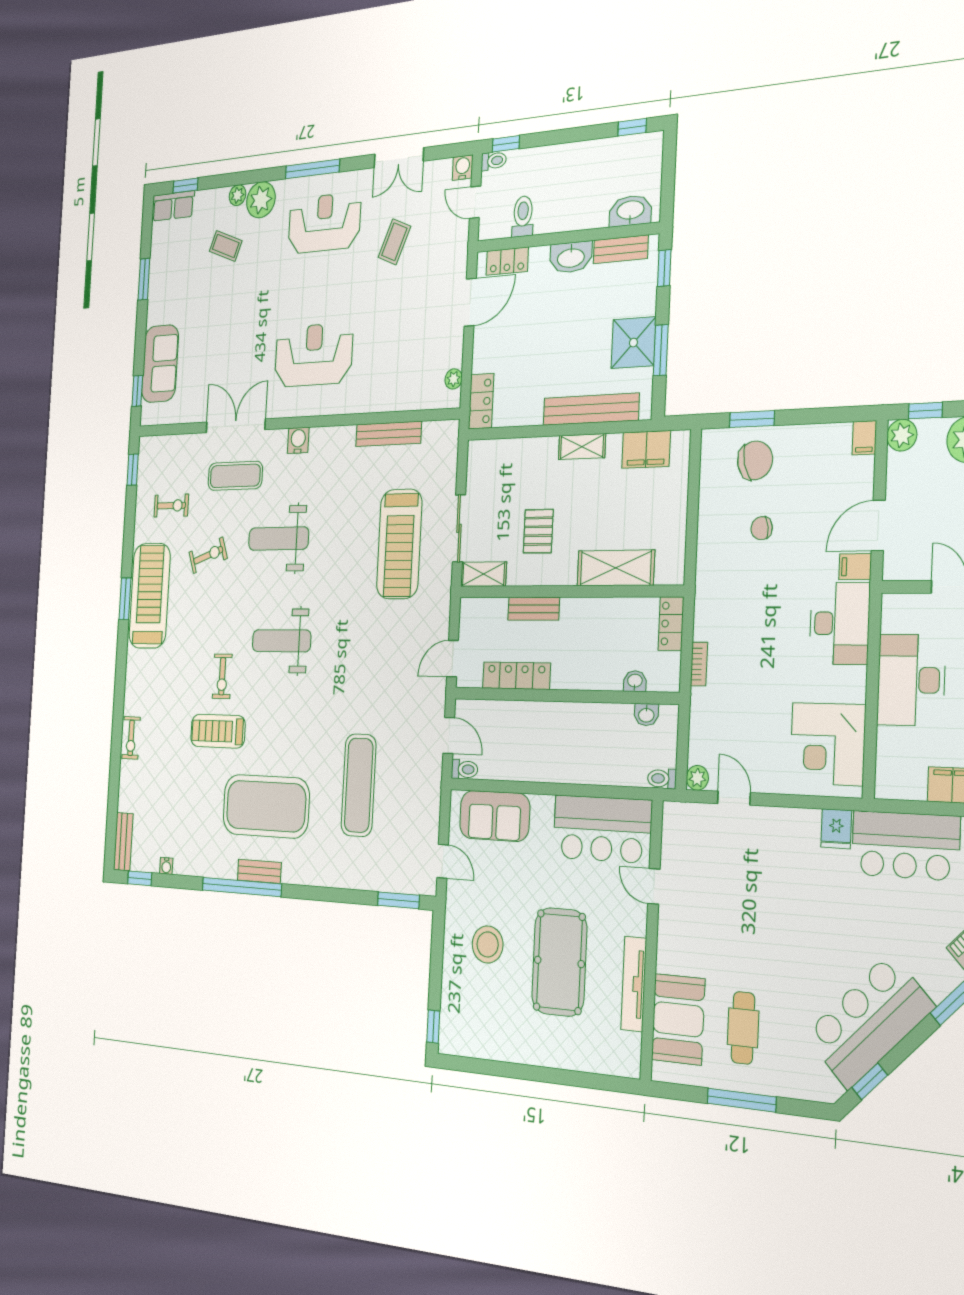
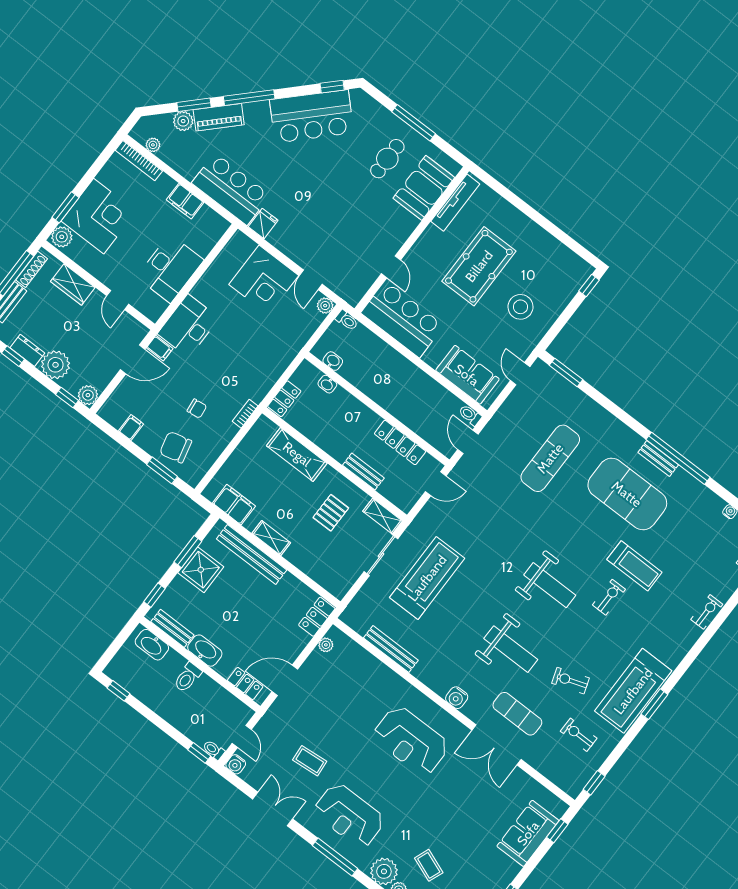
toilet: (523, 216) -> (188, 677), moved
coffee table: (394, 242) -> (310, 761), turned 62
filing cabinet: (864, 438) -> (131, 427), moved
bookcase: (699, 664) -> (245, 414), moved
corner desk: (828, 744) -> (264, 280), moved, turned 90
tv unit: (634, 984) -> (455, 203), moved

